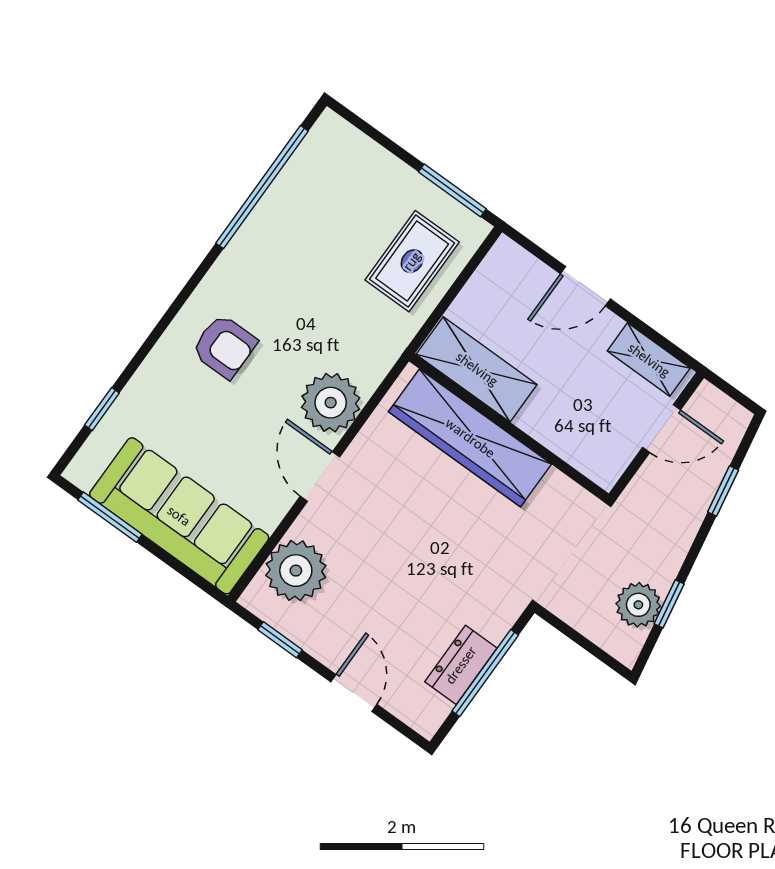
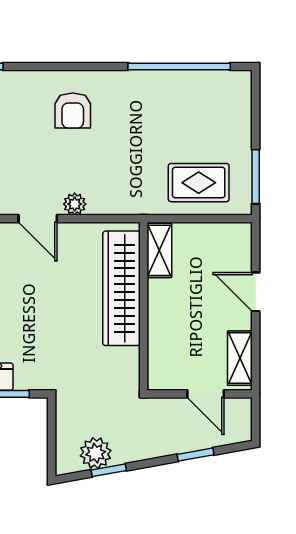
shelving: (477, 369) -> (159, 250), width x0.67, depth x0.75
plant: (331, 403) -> (75, 204), width x0.53, depth x0.53
door: (320, 476) -> (38, 219), swing flipped

